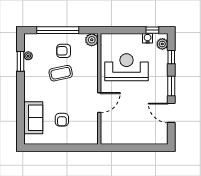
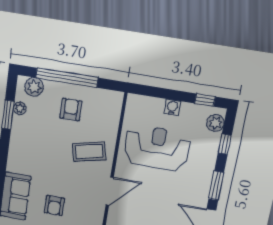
water cooler: (148, 38) -> (172, 107), moved
plant: (92, 40) -> (34, 87), moved
armchair: (64, 51) -> (71, 109), turned 90
coffee table: (61, 73) -> (89, 152), moved

